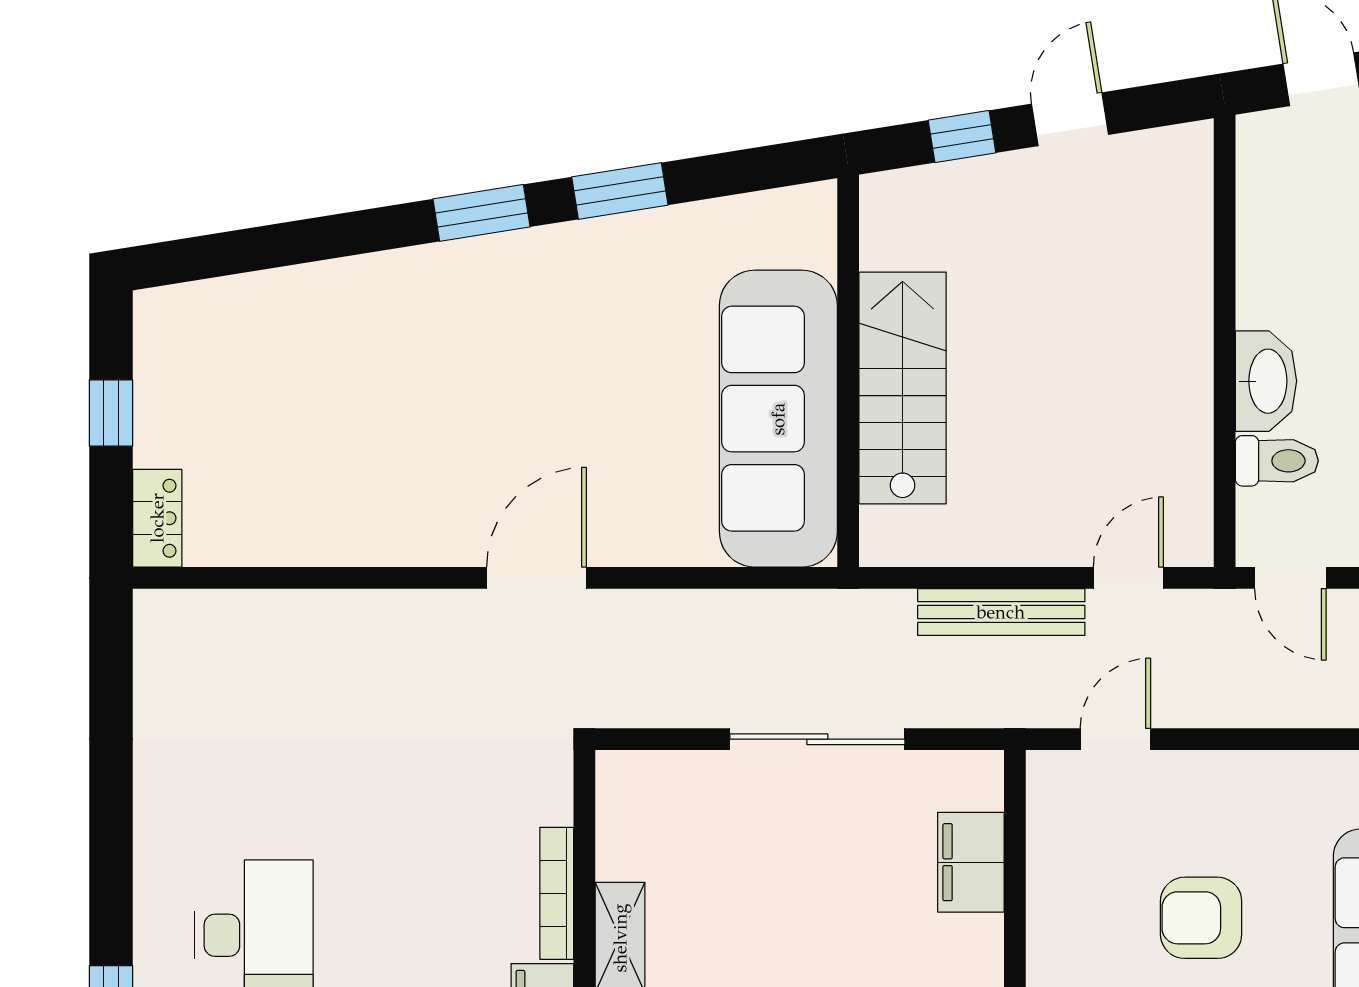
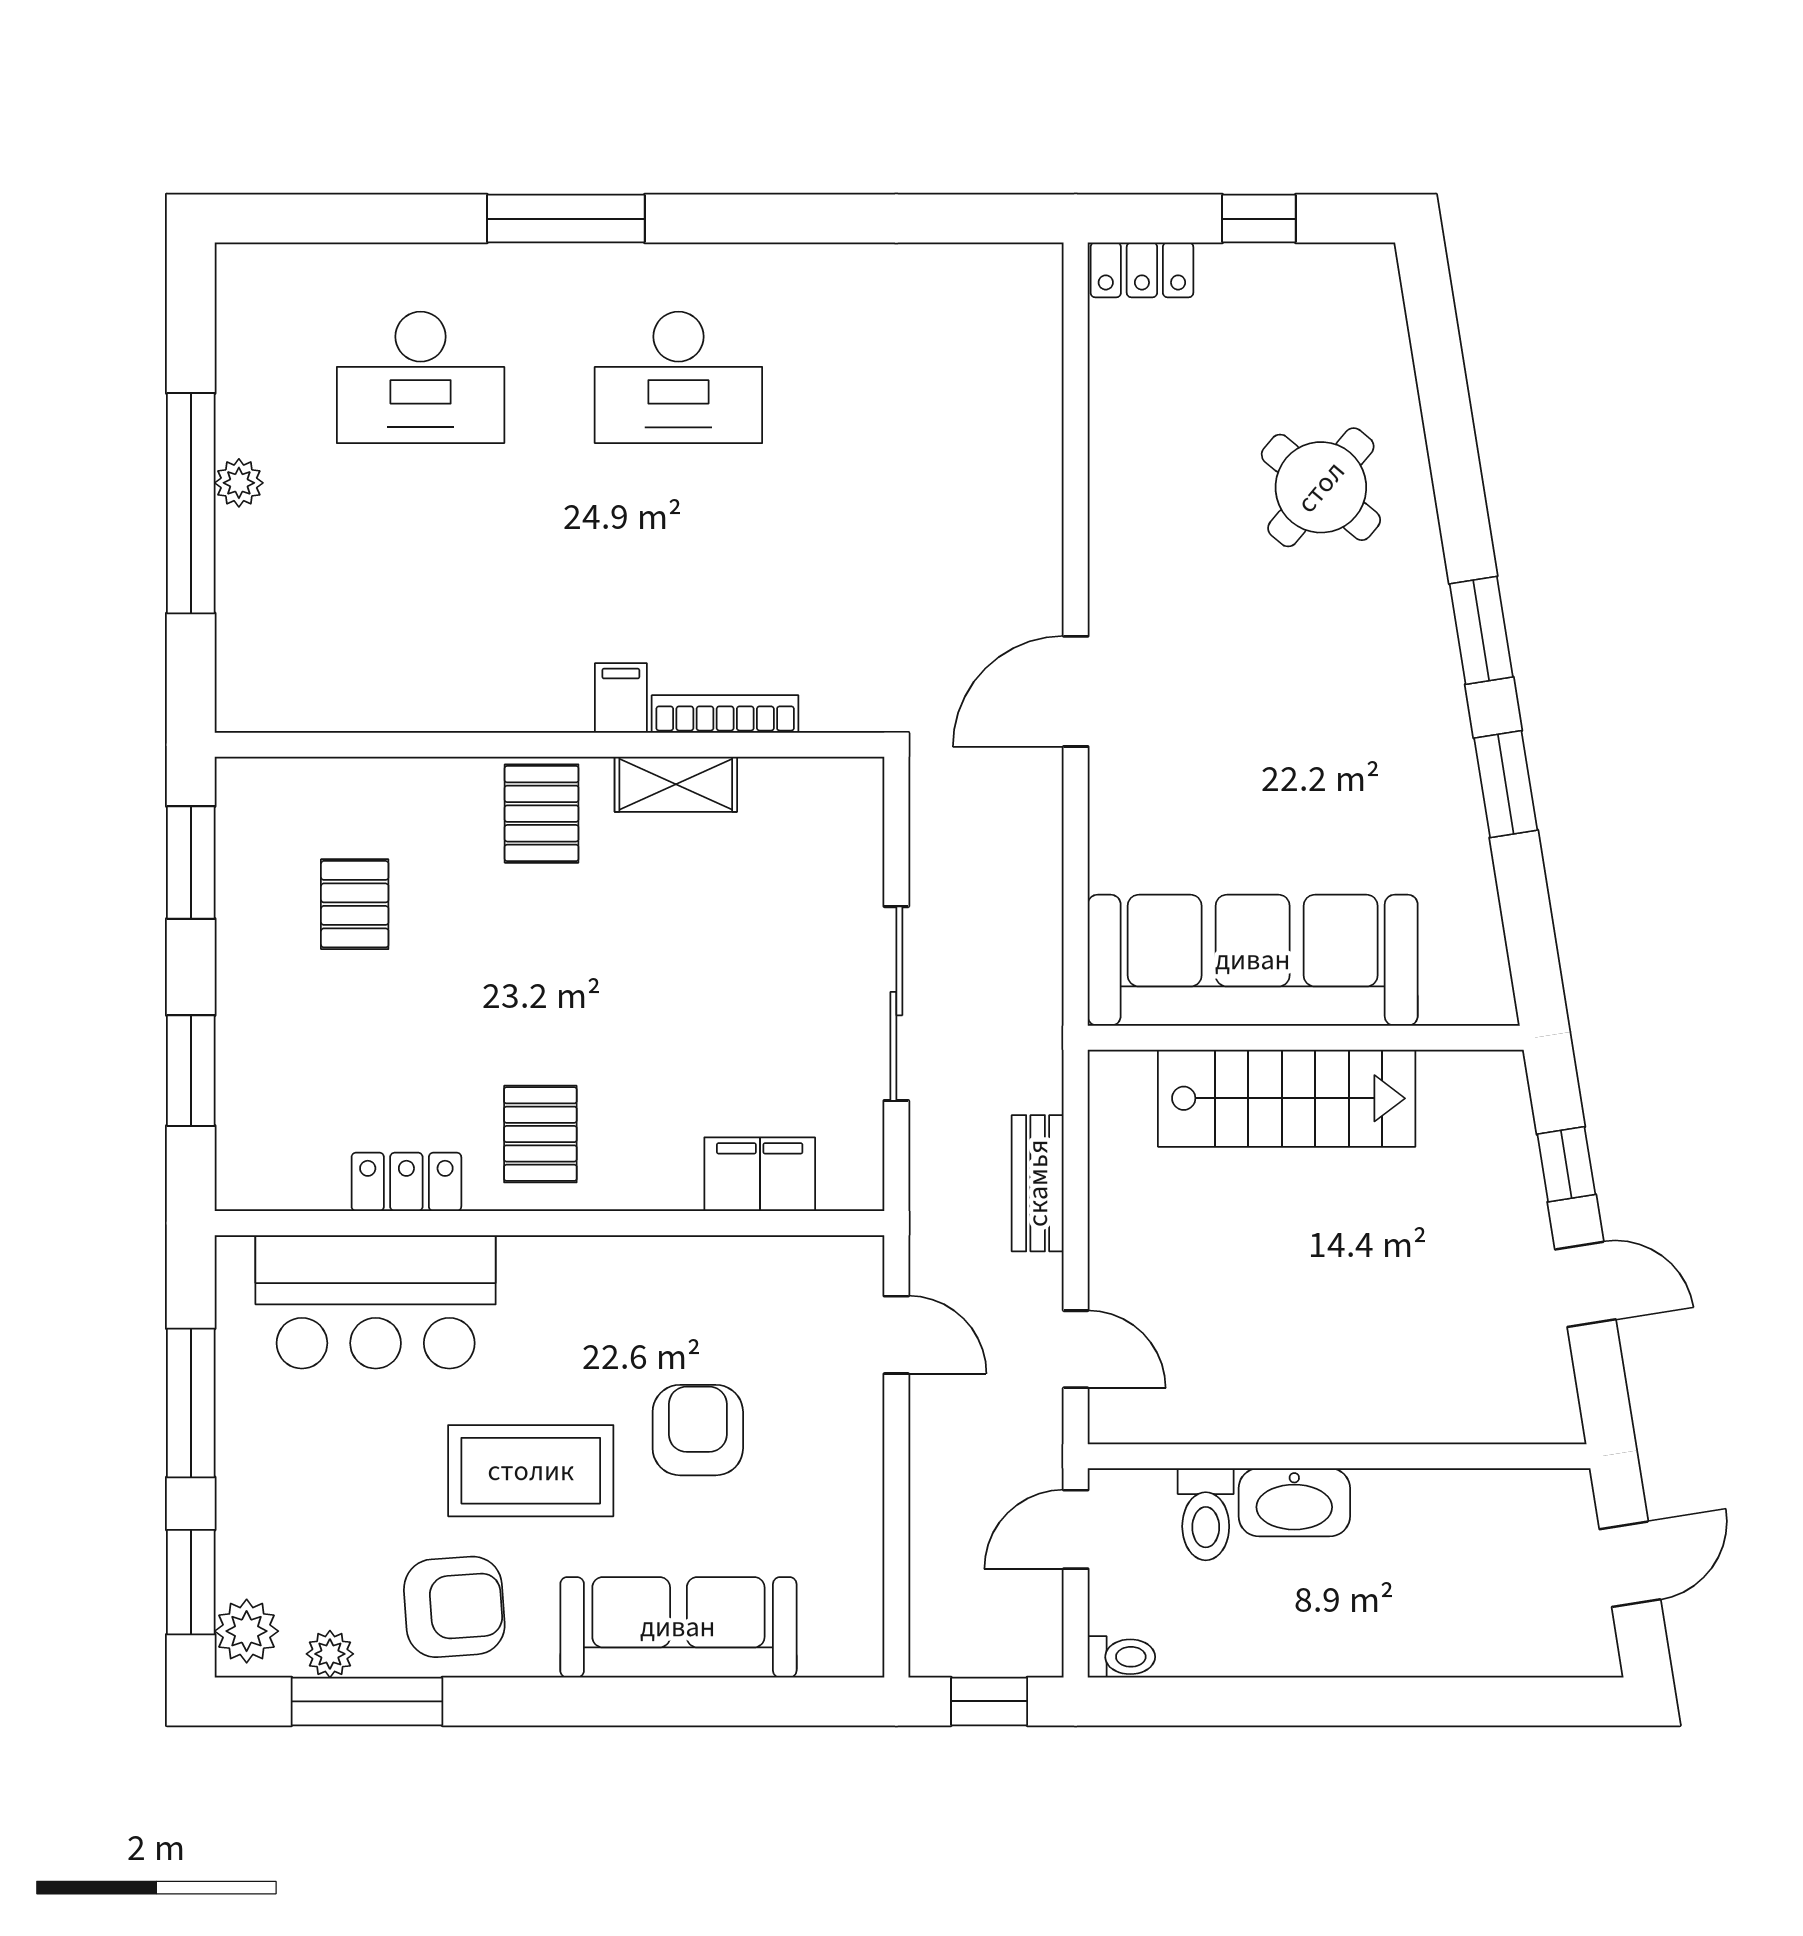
round table: (353, 357) -> (1321, 487), added
door: (536, 578) -> (1076, 691), swing flipped
bench: (1001, 612) -> (1038, 1183), width x0.73

